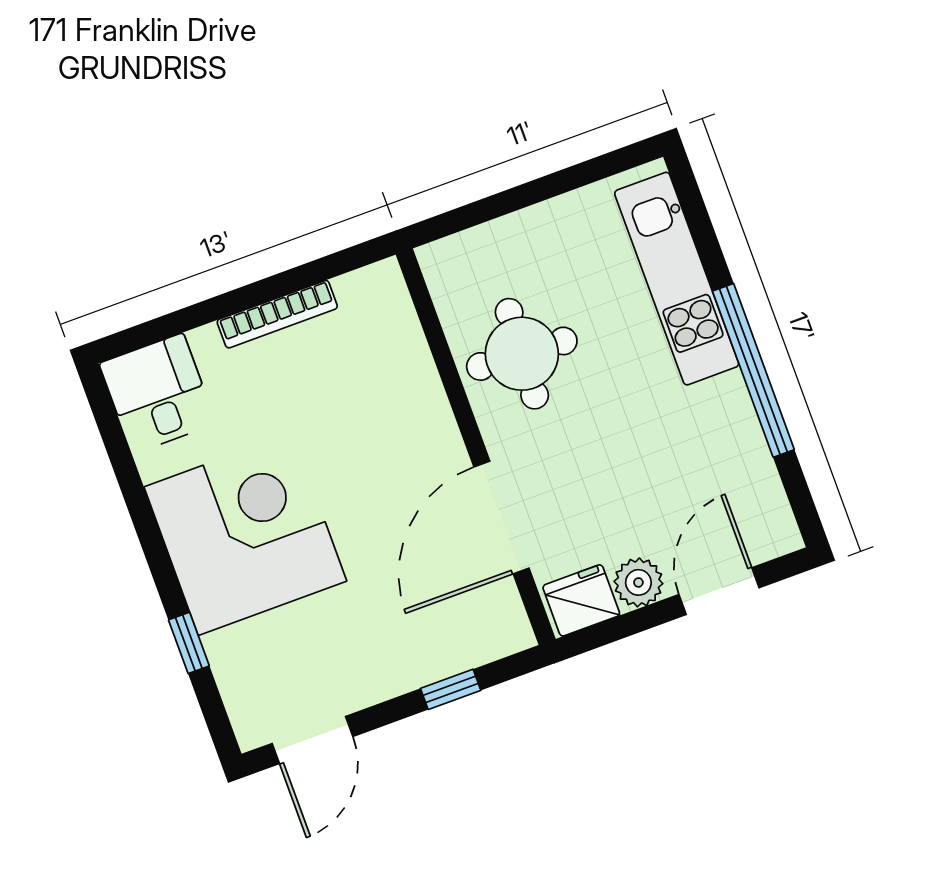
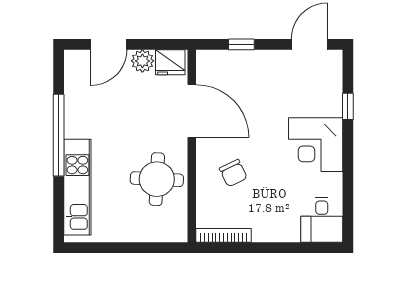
bookcase: (277, 314) -> (224, 235), moved
chair: (371, 423) -> (233, 173), added
door: (502, 517) -> (192, 111), hinge flipped
corner desk: (245, 534) -> (316, 145), width x0.74, depth x0.74

